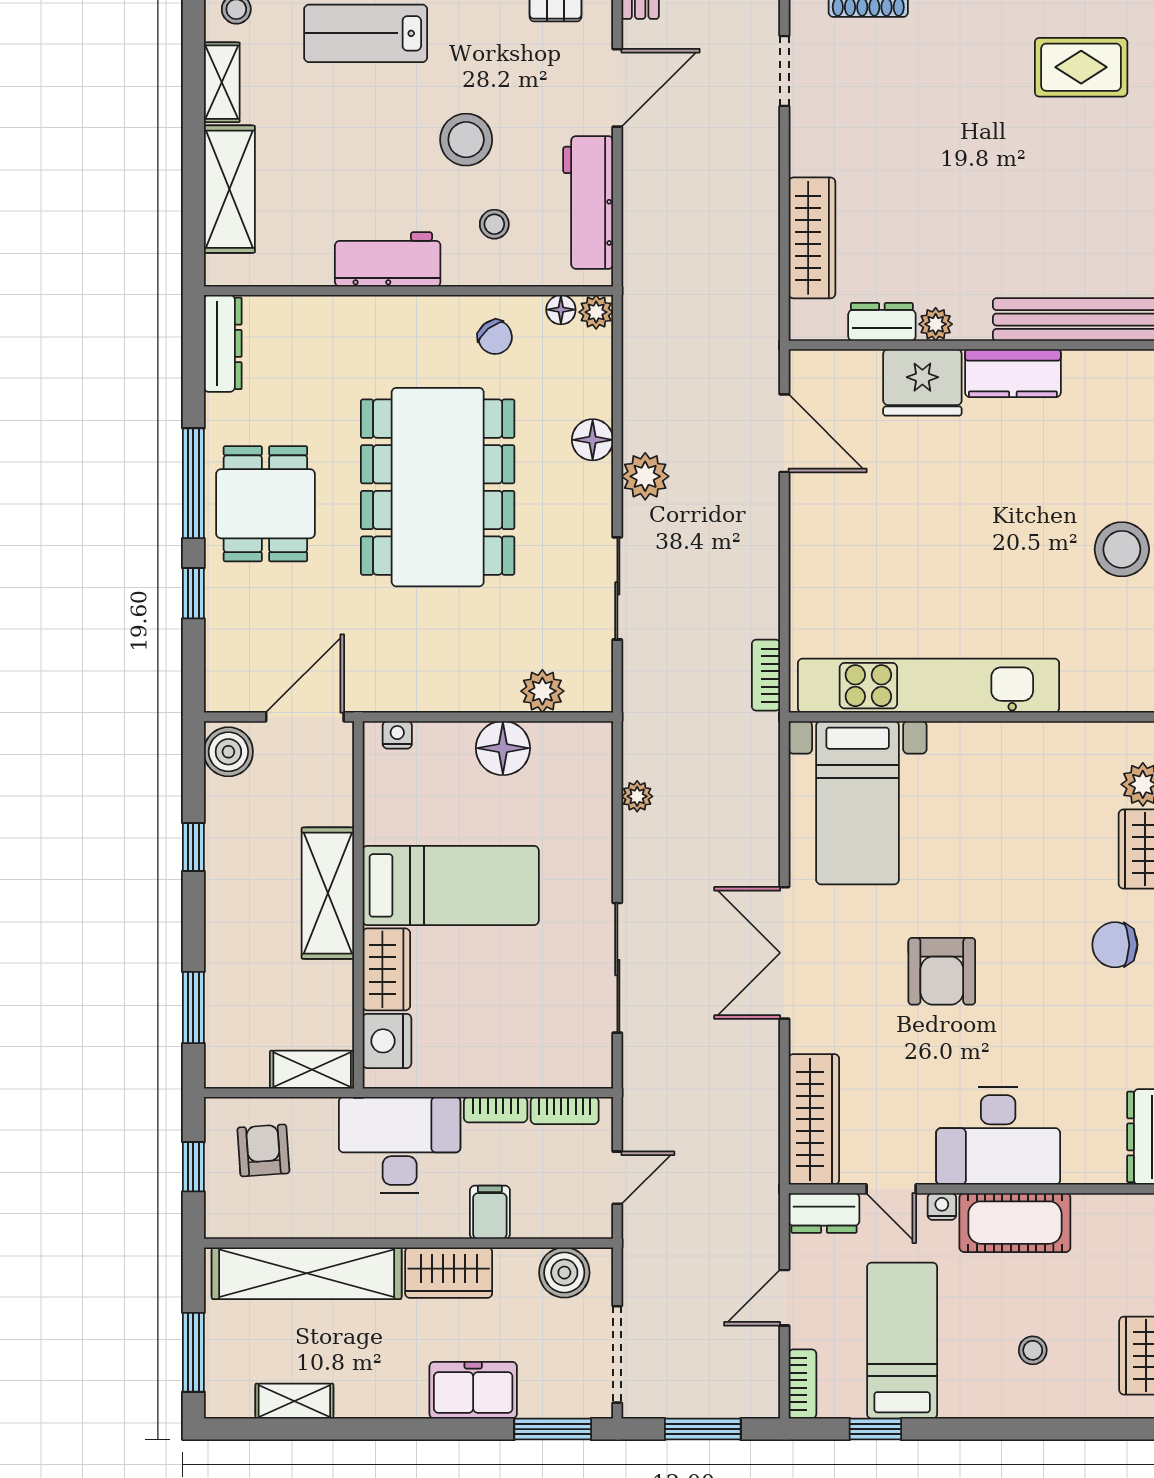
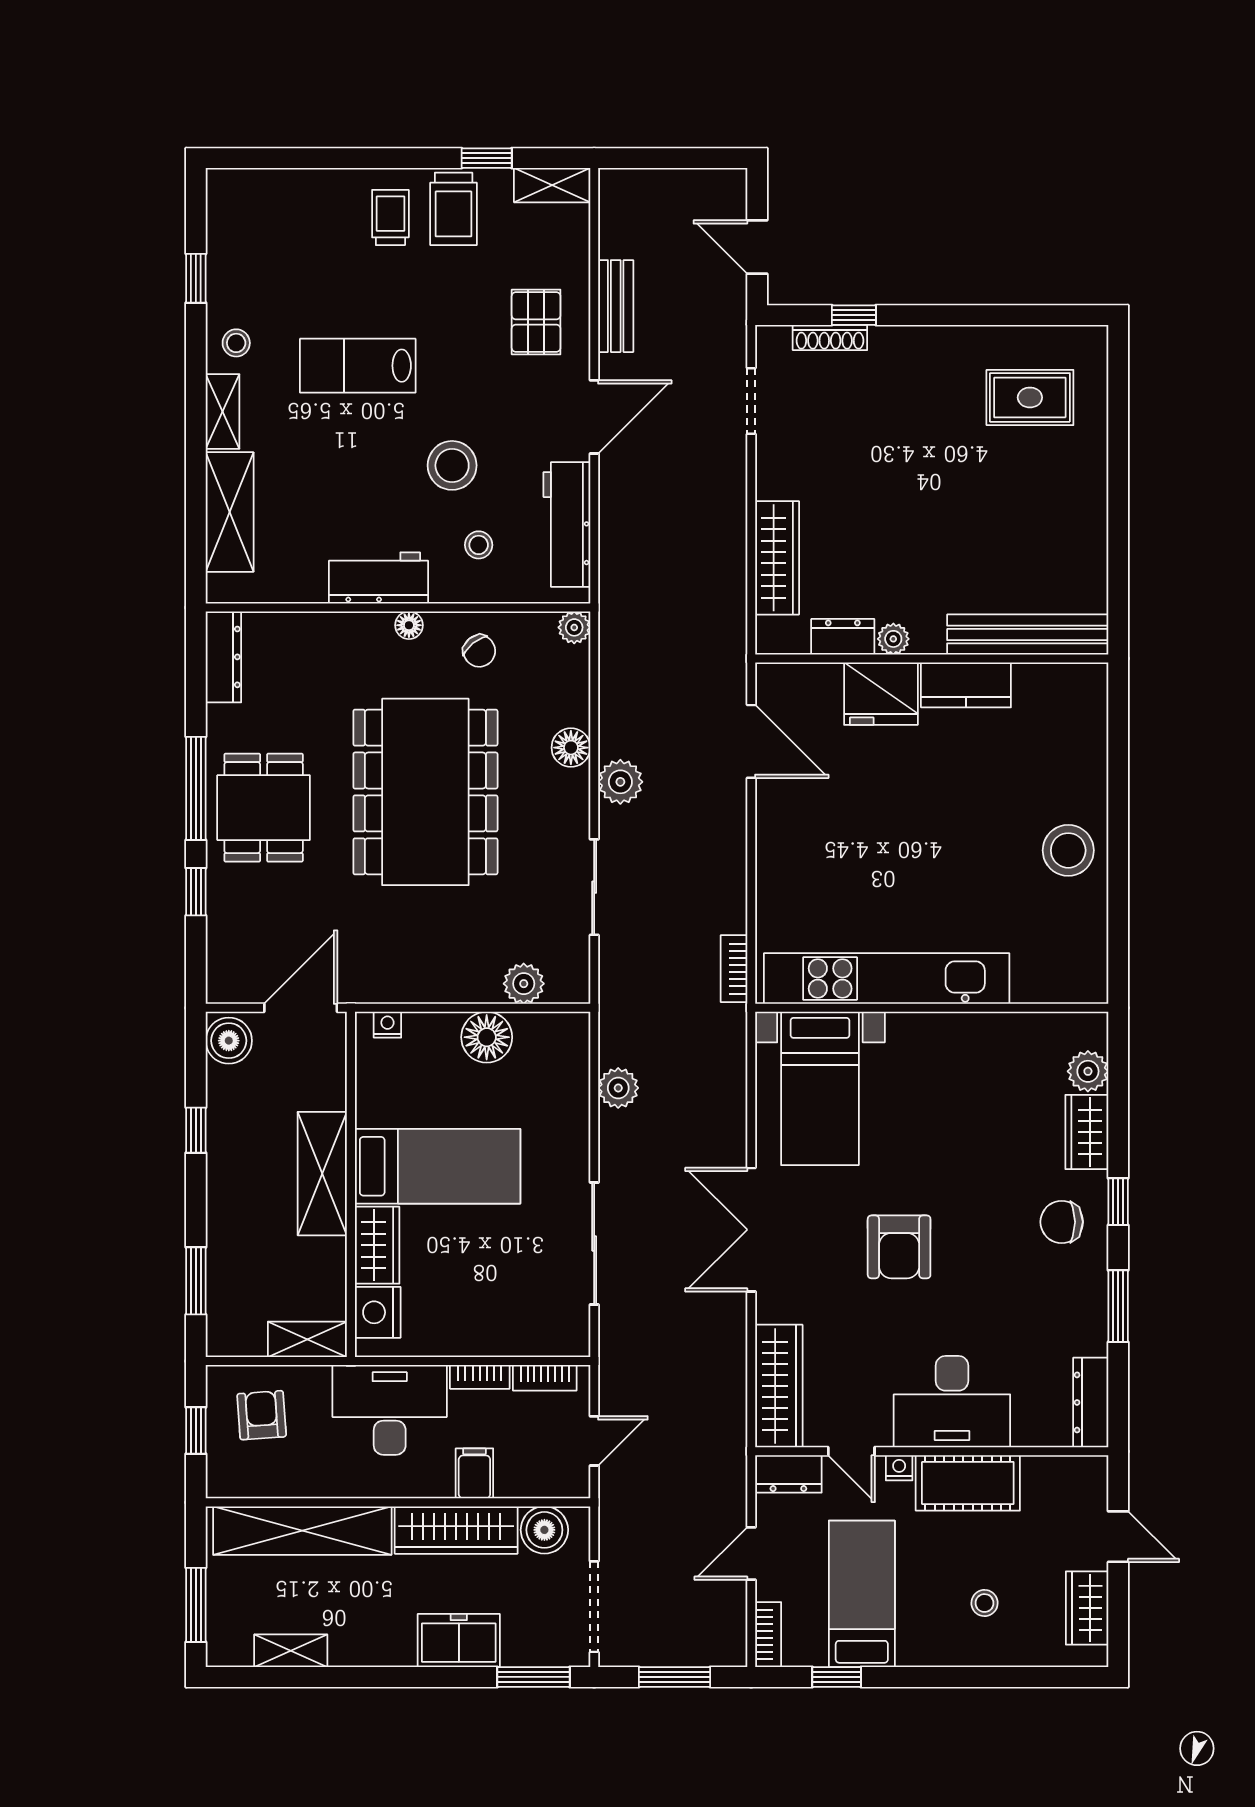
floor lamp: (561, 310) -> (409, 625), moved
plant: (637, 796) -> (618, 1088), width x1.38, depth x1.38
wardrobe: (449, 1273) -> (456, 1530), width x1.50

